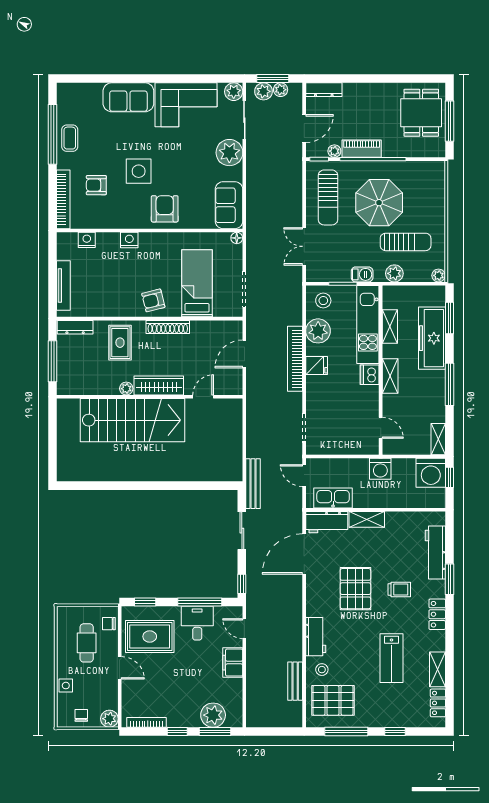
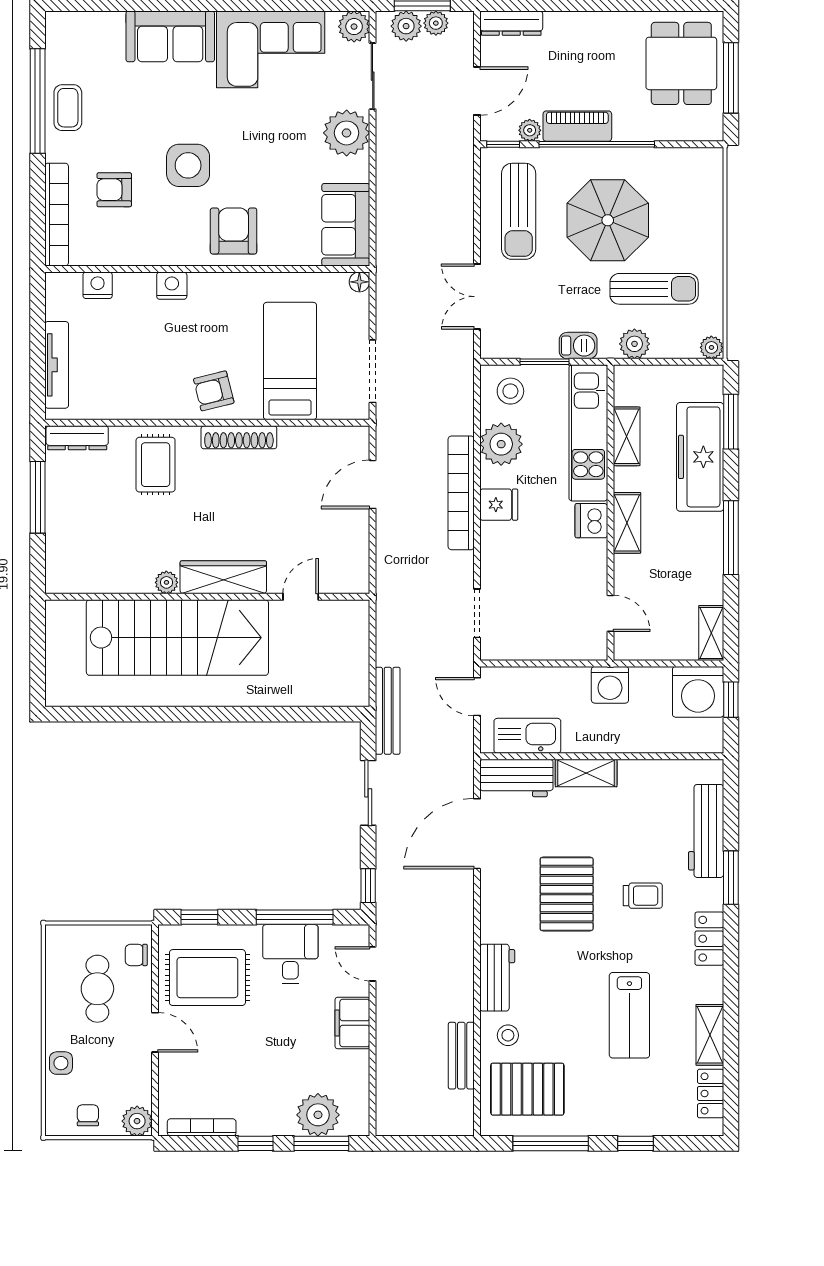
wardrobe: (159, 386) -> (223, 577), moved
plant: (126, 389) -> (166, 582), moved
wall: (150, 397) -> (207, 597), moved
door: (203, 397) -> (301, 597), moved
stairs: (133, 420) -> (177, 638), moved

